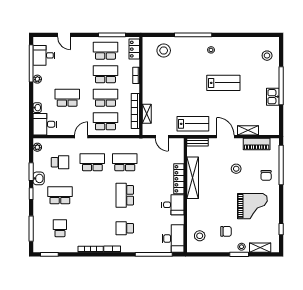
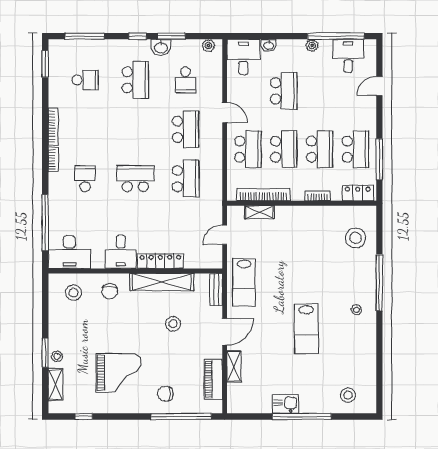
stool: (236, 169) -> (173, 324), moved
grand piano: (252, 206) -> (119, 373), turned -90
chair: (226, 231) -> (110, 291), moved

